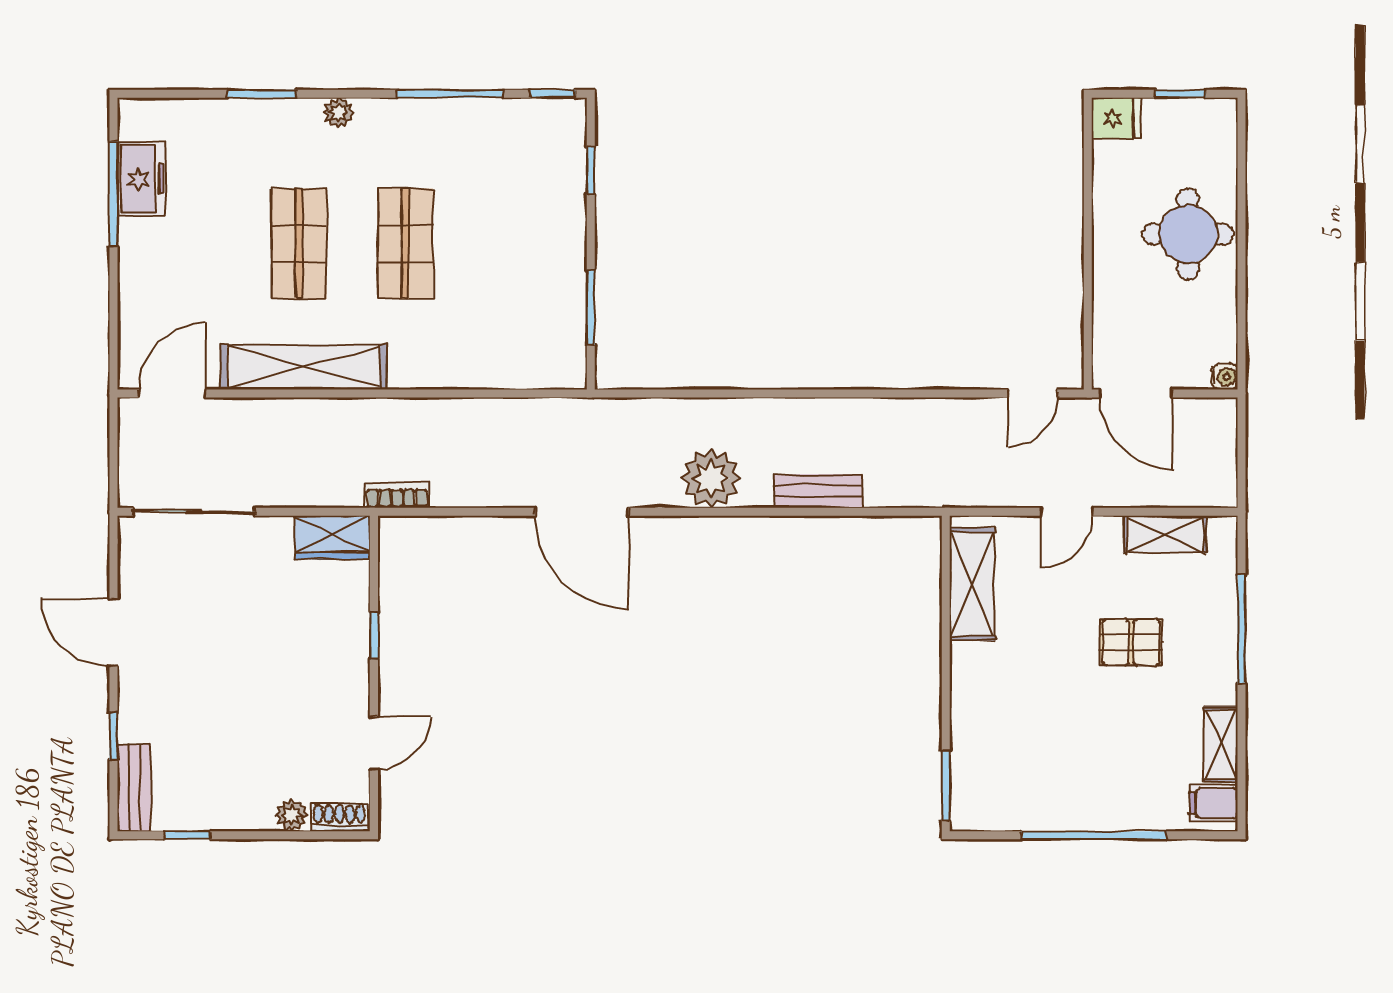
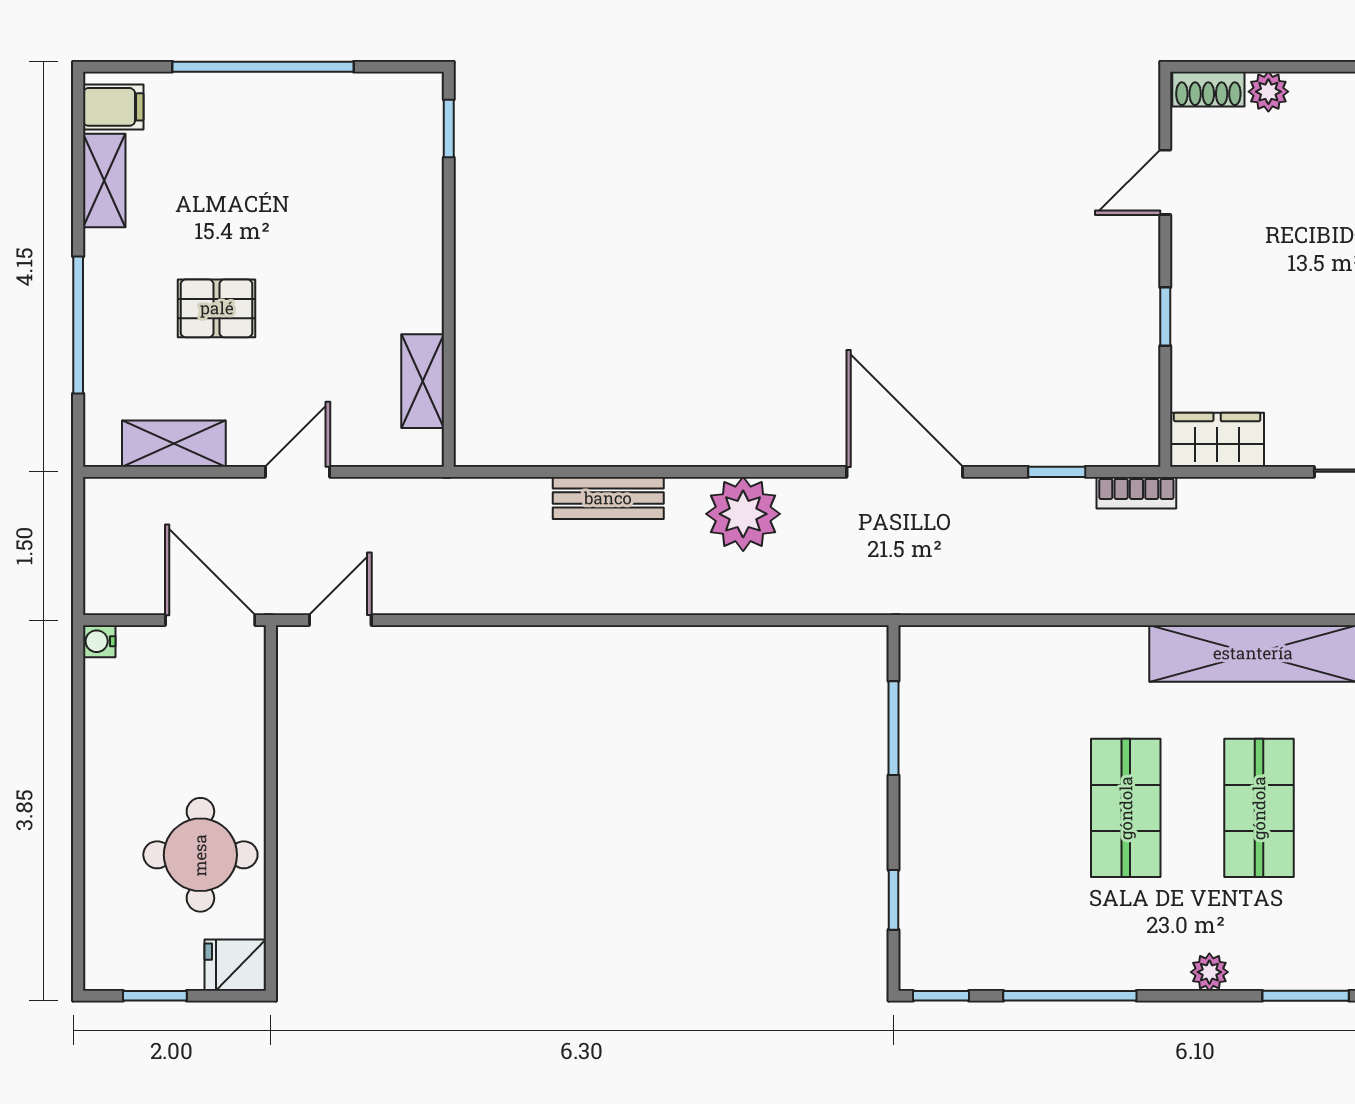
round table: (1188, 234) -> (200, 855), moved
window: (460, 512) -> (1057, 472), added
shelving: (972, 584) -> (423, 381), width x0.67, depth x0.75
window: (946, 786) -> (449, 128), width x0.67

